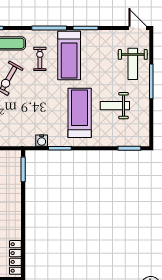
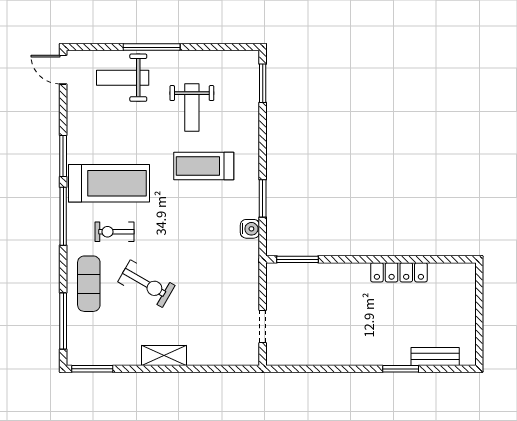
door: (138, 28) -> (63, 70), hinge flipped
weight bench: (133, 64) -> (123, 78), turned 180
treadmill: (80, 113) -> (204, 166), width x0.73, depth x0.73
locker: (15, 257) -> (399, 272), moved

